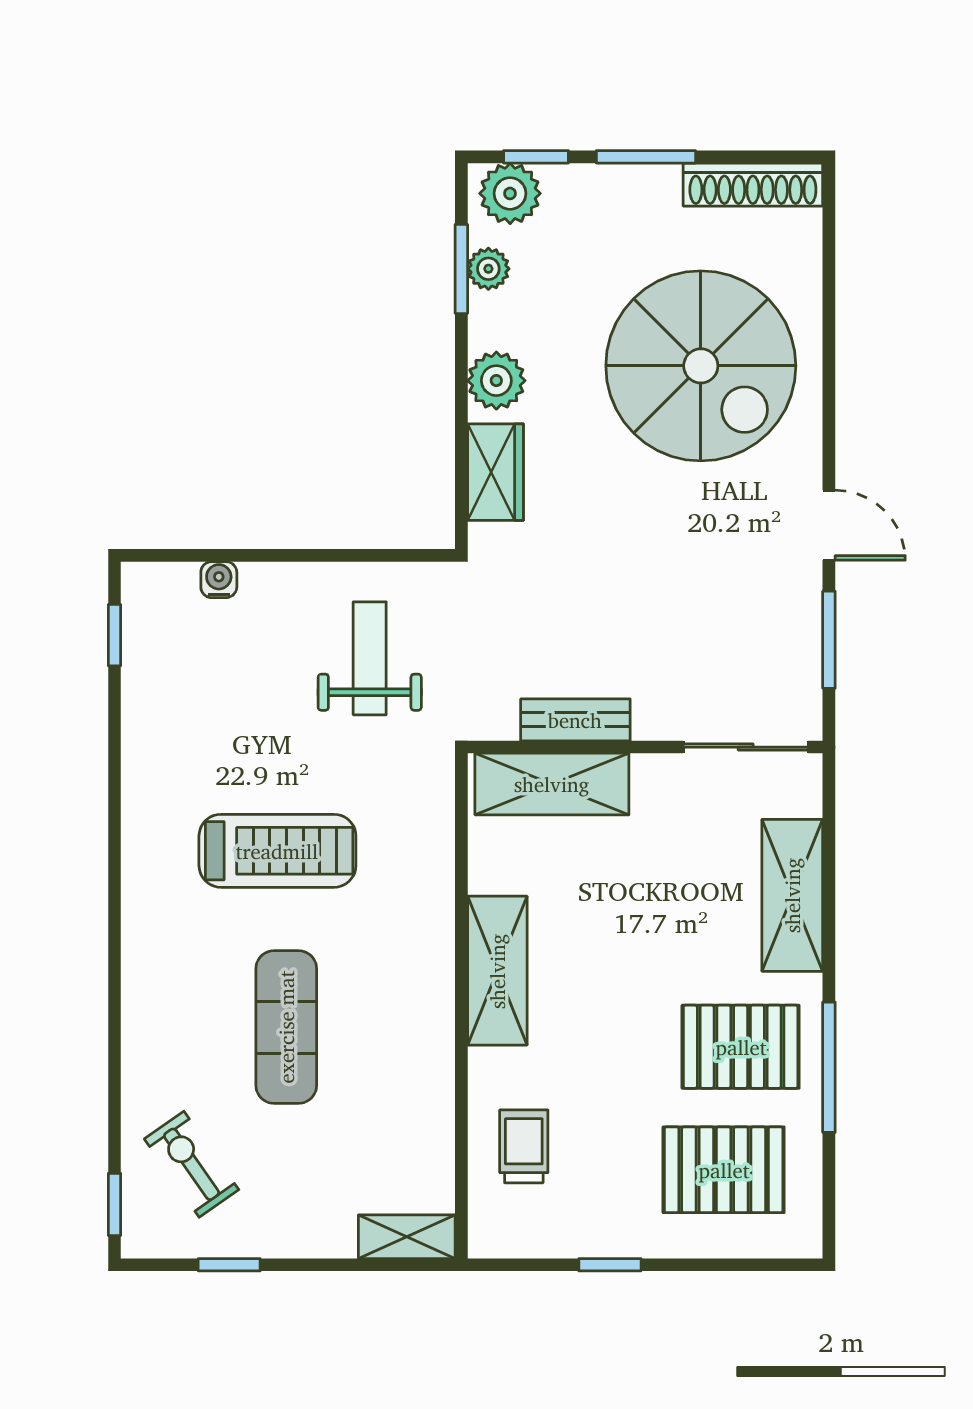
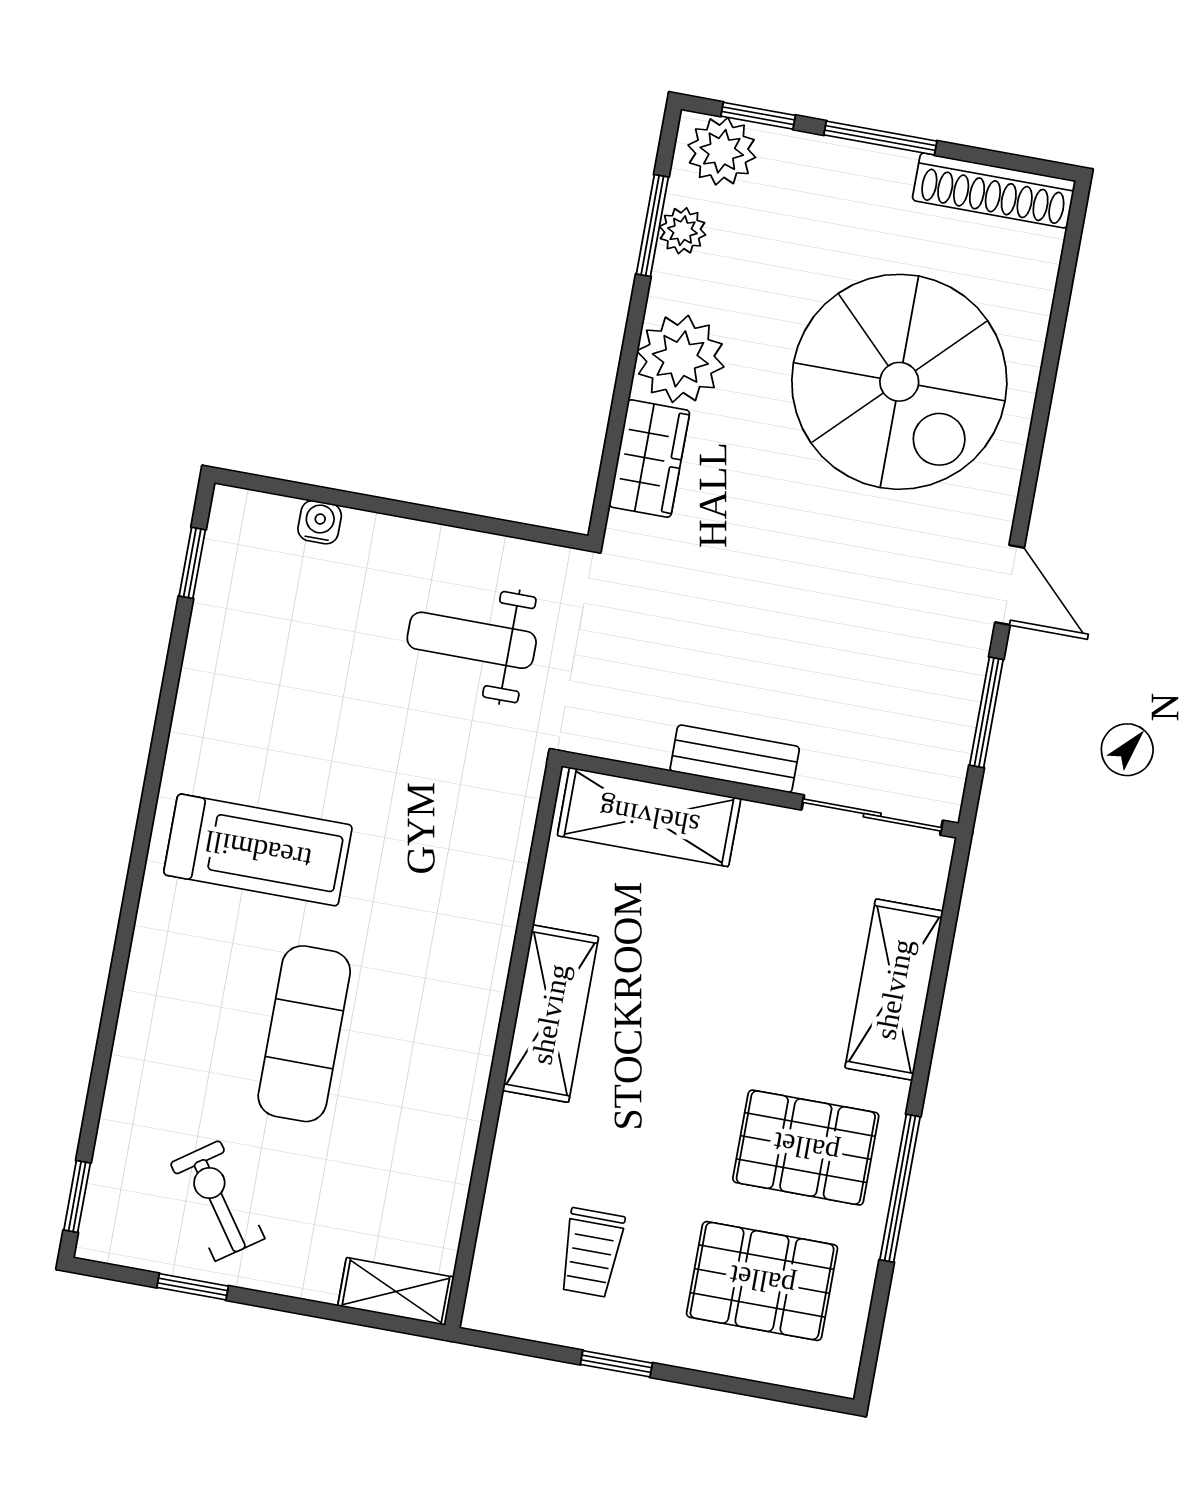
plant: (496, 381) -> (680, 359), width x1.36, depth x1.36
weight bench: (370, 658) -> (472, 640), turned -90
bench: (575, 720) -> (735, 759), moved
treadmill: (277, 851) -> (258, 850), moved
trolley: (524, 1146) -> (591, 1253), moved, turned 180
exercise bike: (192, 1164) -> (217, 1201), moved

